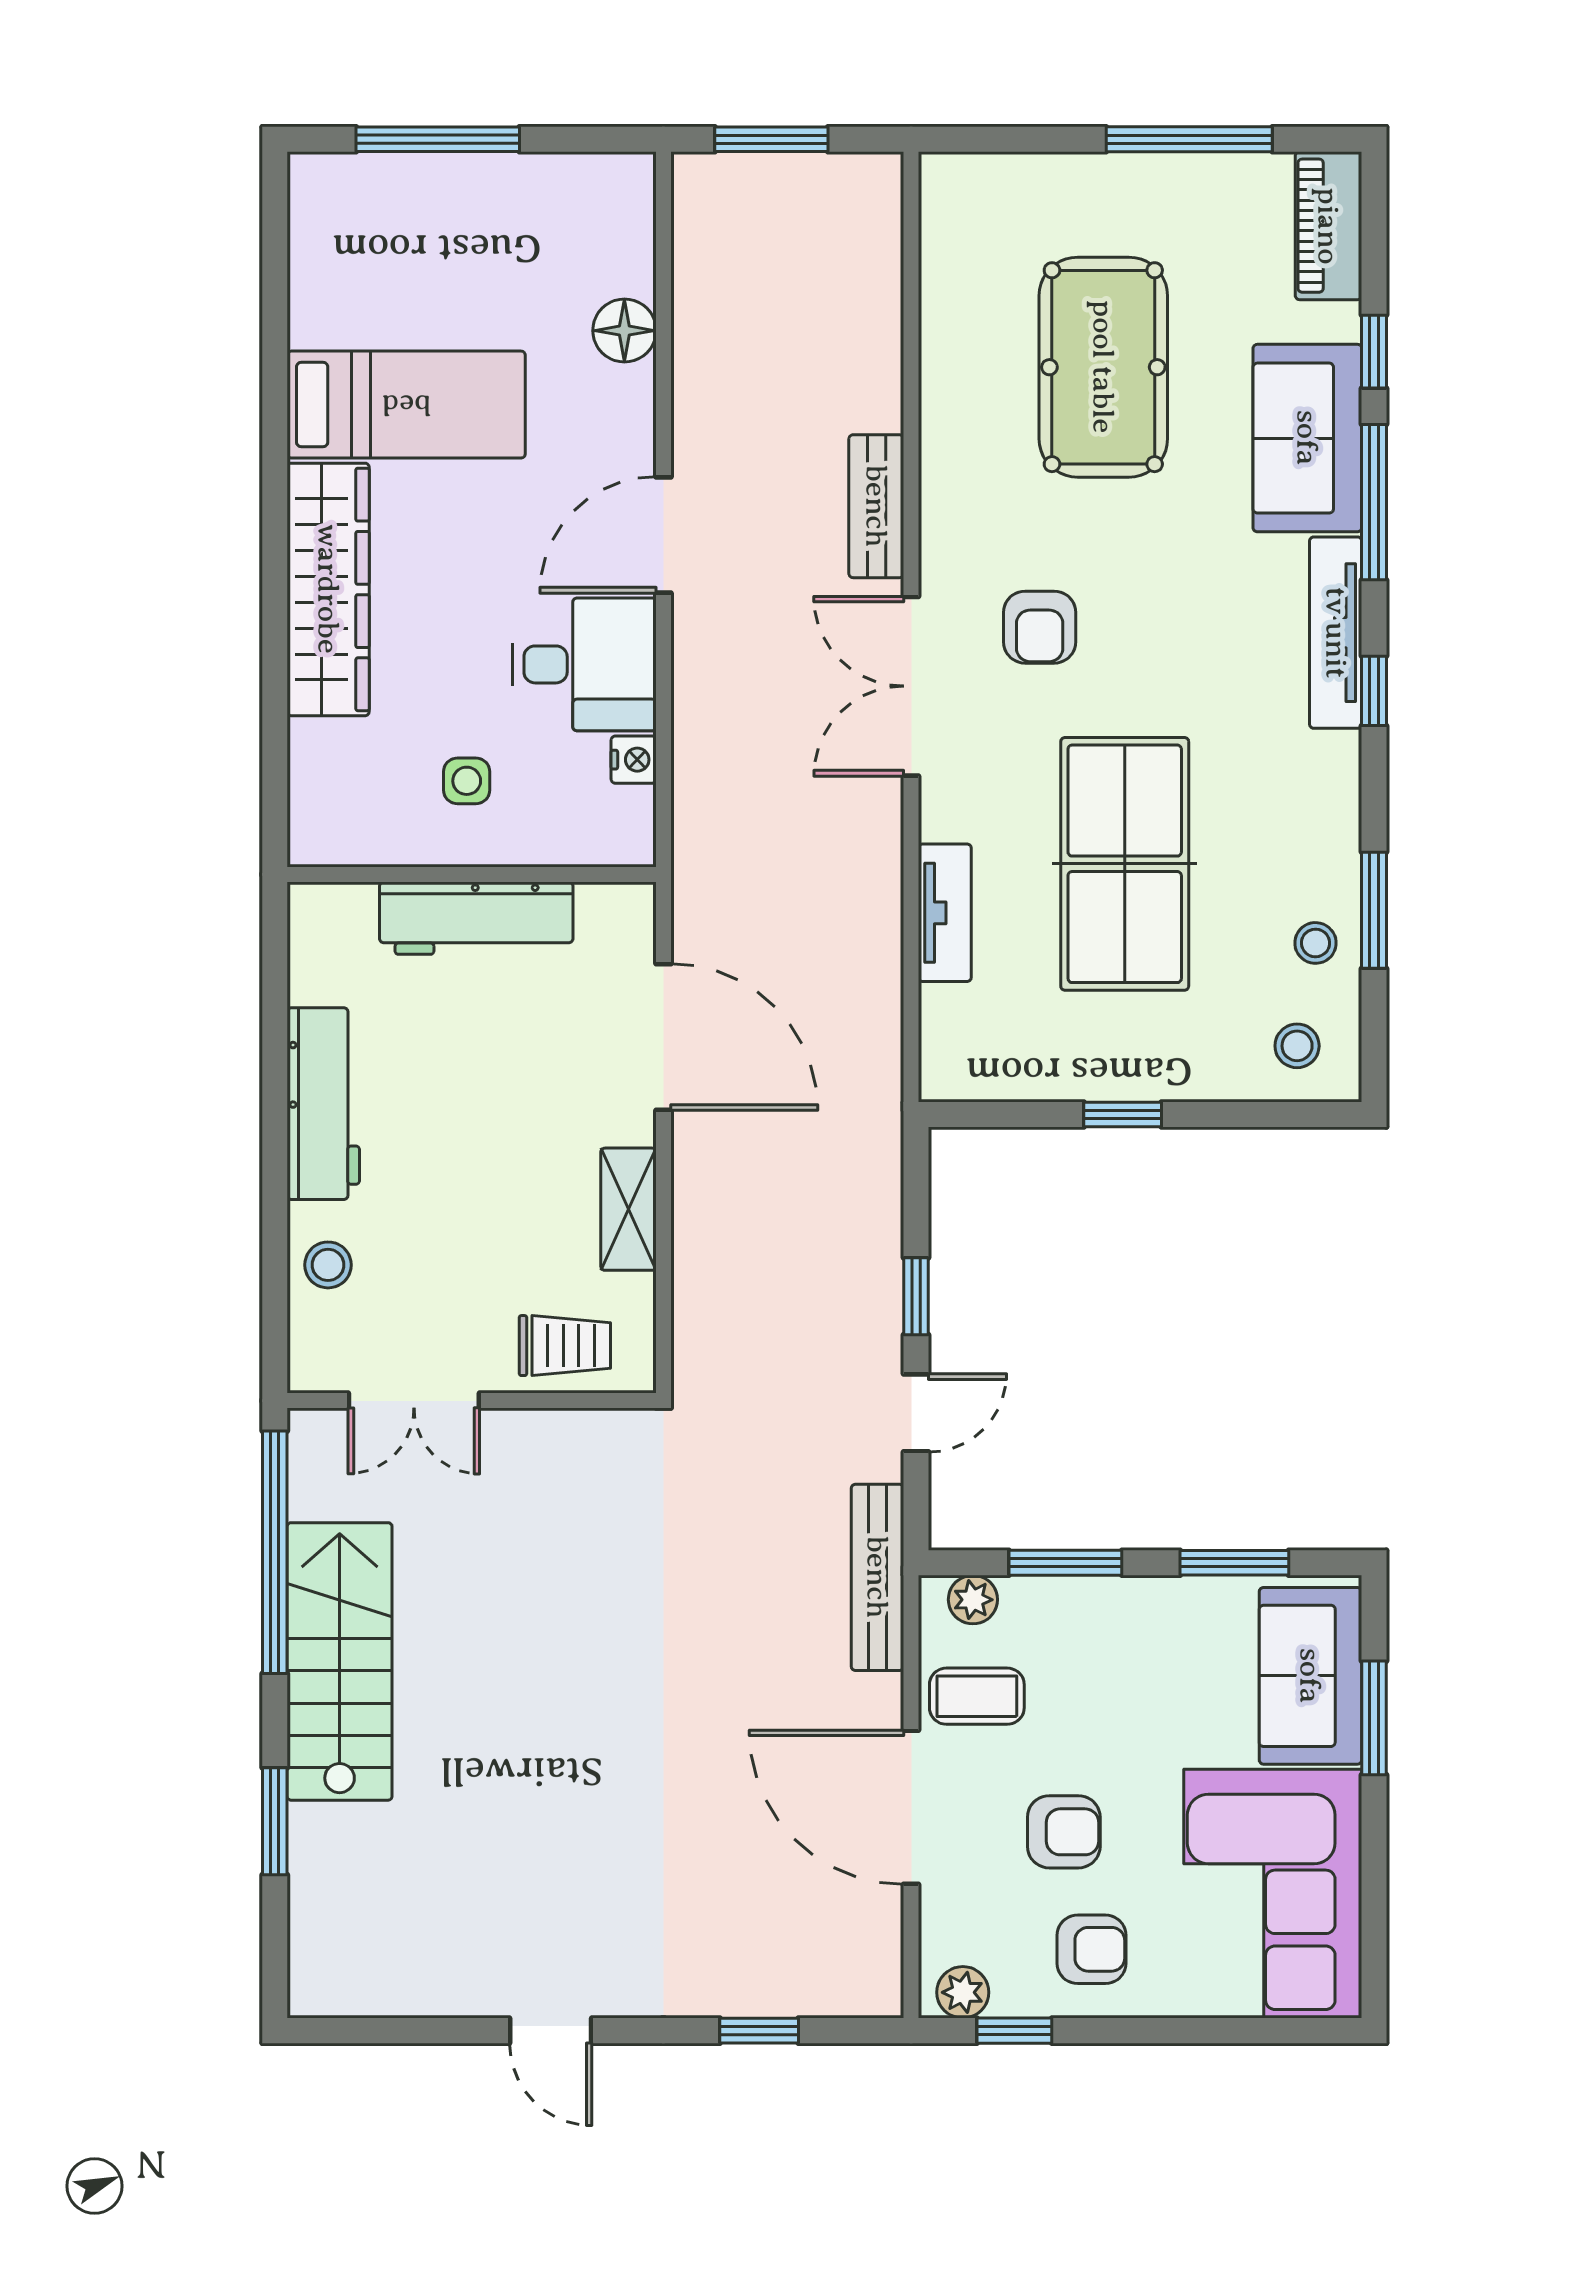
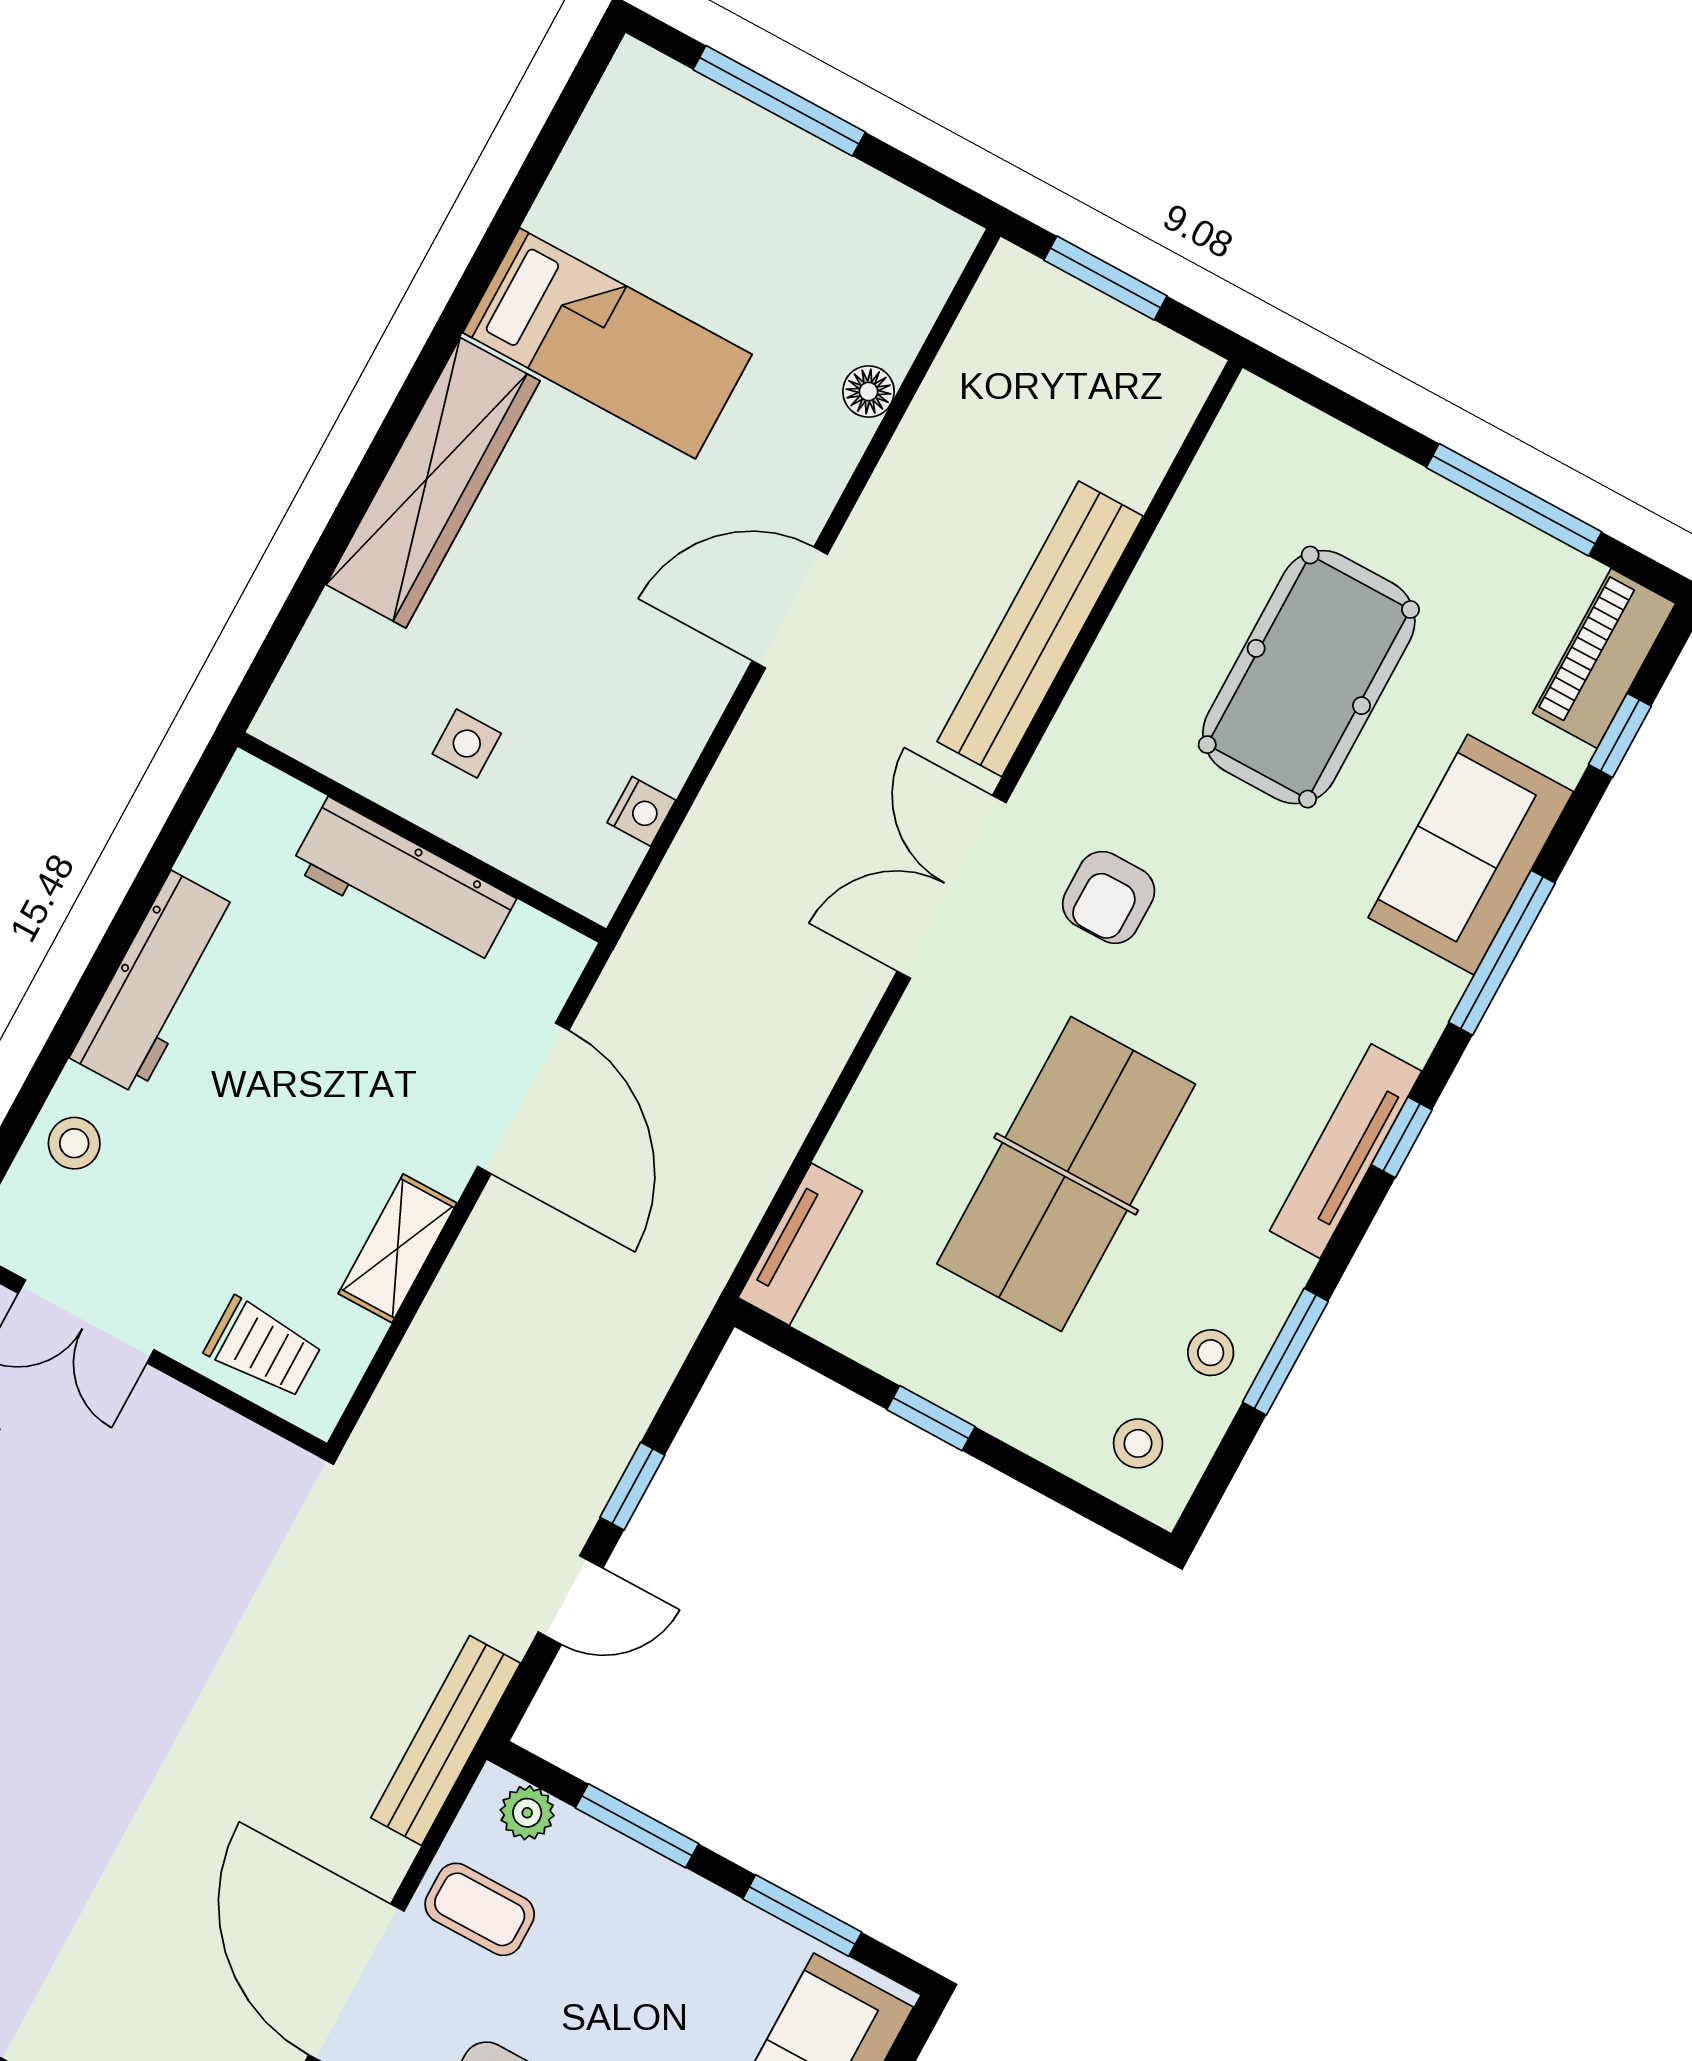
floor lamp: (624, 331) -> (869, 392), width x0.73, depth x0.73
window: (1374, 352) -> (1620, 735), moved
bench: (876, 506) -> (1040, 629), width x1.86, depth x1.21
tv unit: (1336, 633) -> (1346, 1151), moved
desk: (584, 664) -> (644, 692), removed
tv unit: (945, 913) -> (800, 1244), moved

